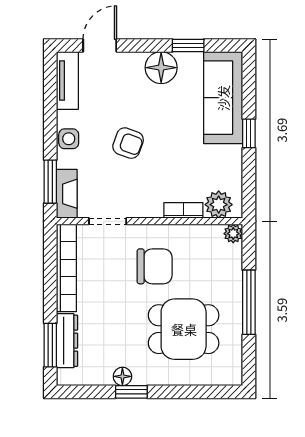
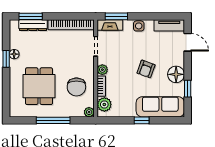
armchair: (128, 143) -> (146, 69), moved
plant: (152, 208) -> (102, 70), added
chair: (155, 266) -> (76, 87), moved

